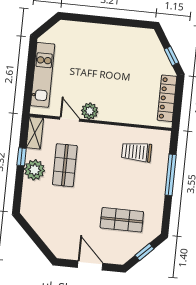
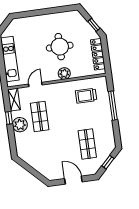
round table: (116, 75) -> (60, 47), added
plant: (90, 111) -> (64, 73), moved
door: (70, 119) -> (35, 84), hinge flipped
shop shelf: (122, 220) -> (87, 144), turned 90

